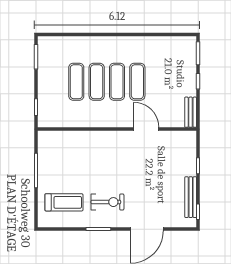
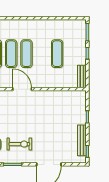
exercise mat: (137, 82) -> (57, 54), moved
door: (146, 129) -> (22, 89), moved

